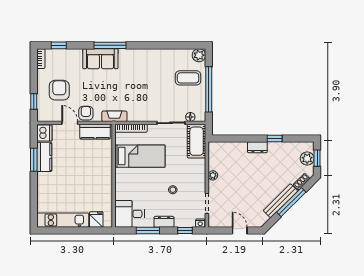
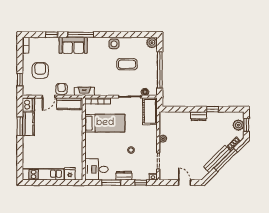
window: (59, 45) -> (52, 35), moved
side table: (151, 57) -> (114, 44), added
coffee table: (188, 78) -> (127, 64), moved
door: (70, 123) -> (49, 97), swing flipped

